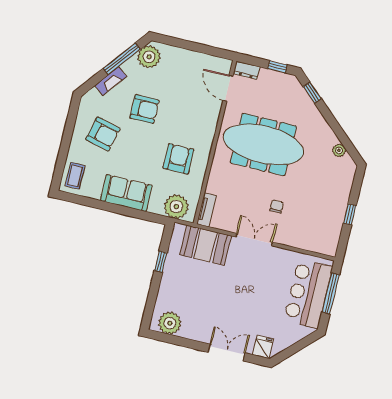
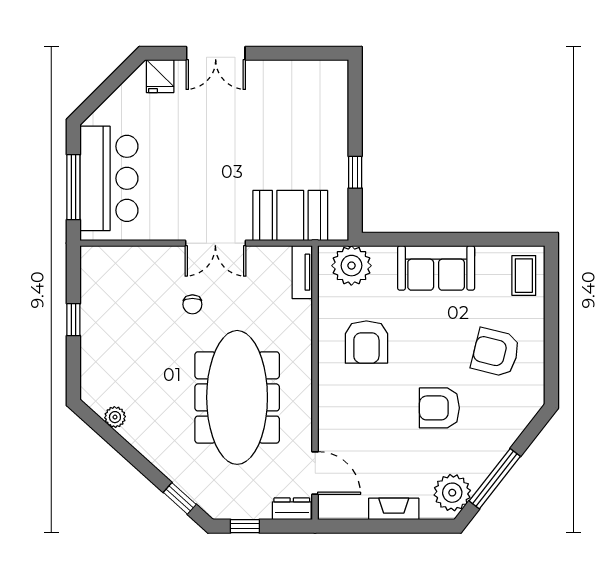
fireplace: (111, 81) -> (394, 509), moved, turned 52
meeting table: (263, 144) -> (237, 397), turned 90
plant: (170, 323) -> (317, 78), removed

